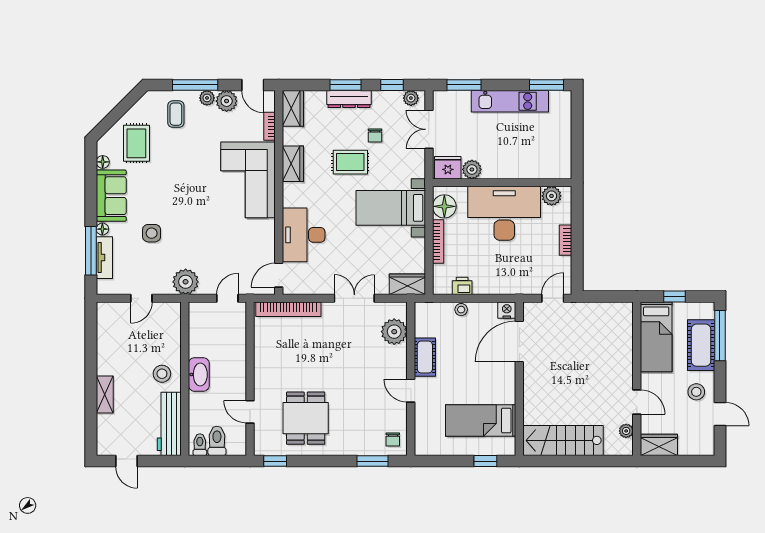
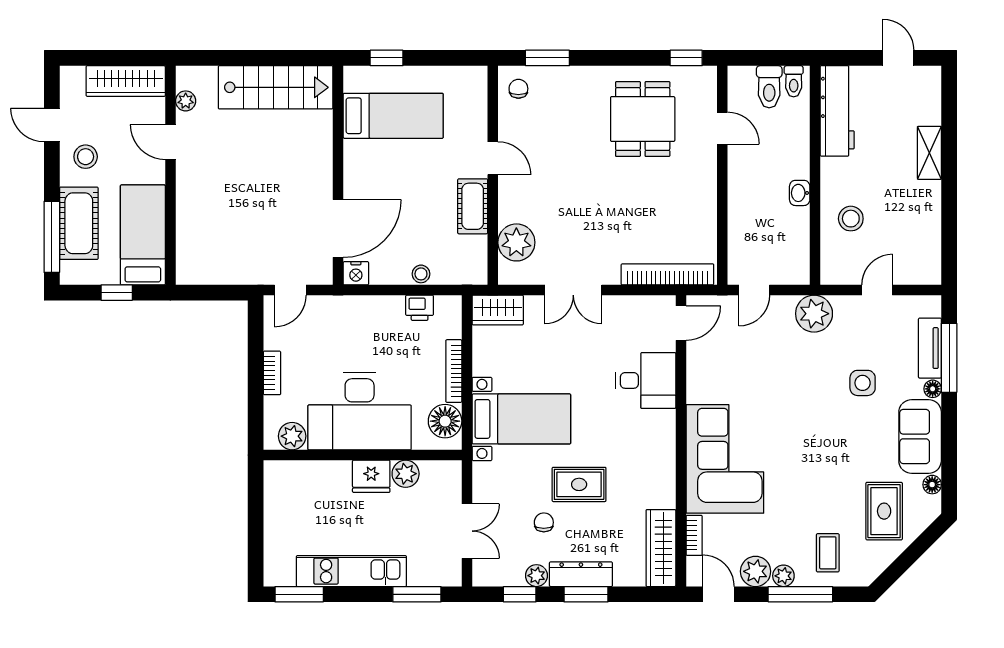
plant: (411, 98) -> (536, 576), moved
wardrobe: (293, 108) -> (661, 548), width x1.50
wardrobe: (293, 164) -> (661, 482), removed
fridge: (448, 168) -> (371, 476), moved
desk: (304, 235) -> (646, 380), width x0.73
stool: (162, 374) -> (851, 219), moved
washbasin: (199, 374) -> (800, 193), width x0.52, depth x0.69
wardrobe: (659, 445) -> (126, 81), width x1.50

